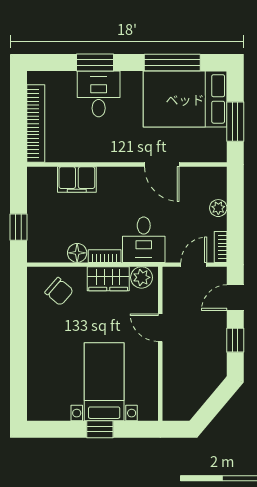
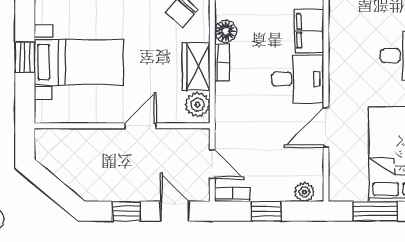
plant: (218, 208) -> (304, 192), moved
window: (235, 217) -> (266, 211), added
desk: (144, 240) -> (298, 79), moved, turned 180

